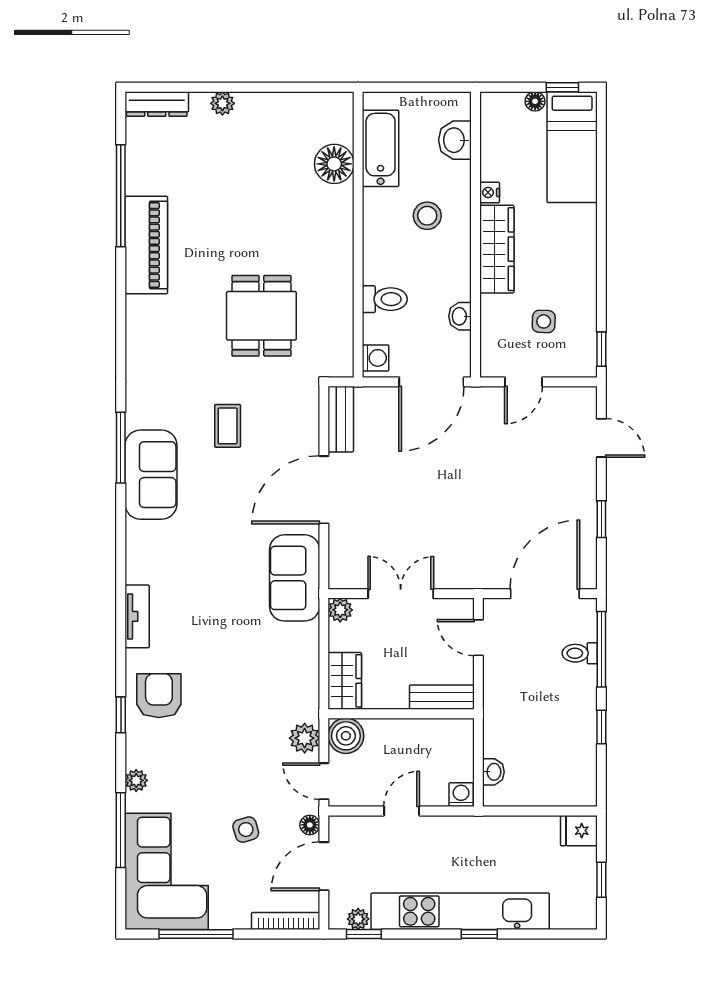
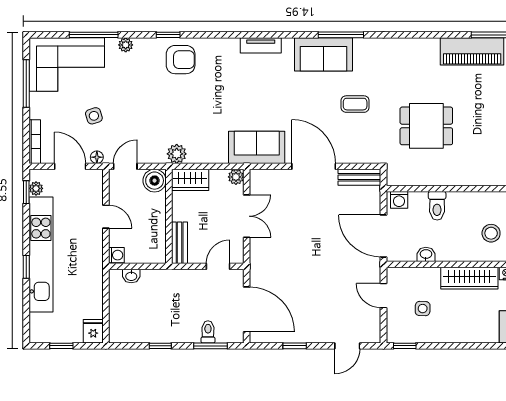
tv unit: (137, 616) -> (261, 45), moved
window: (601, 649) -> (210, 346), width x0.69
plant: (305, 738) -> (177, 154), moved

